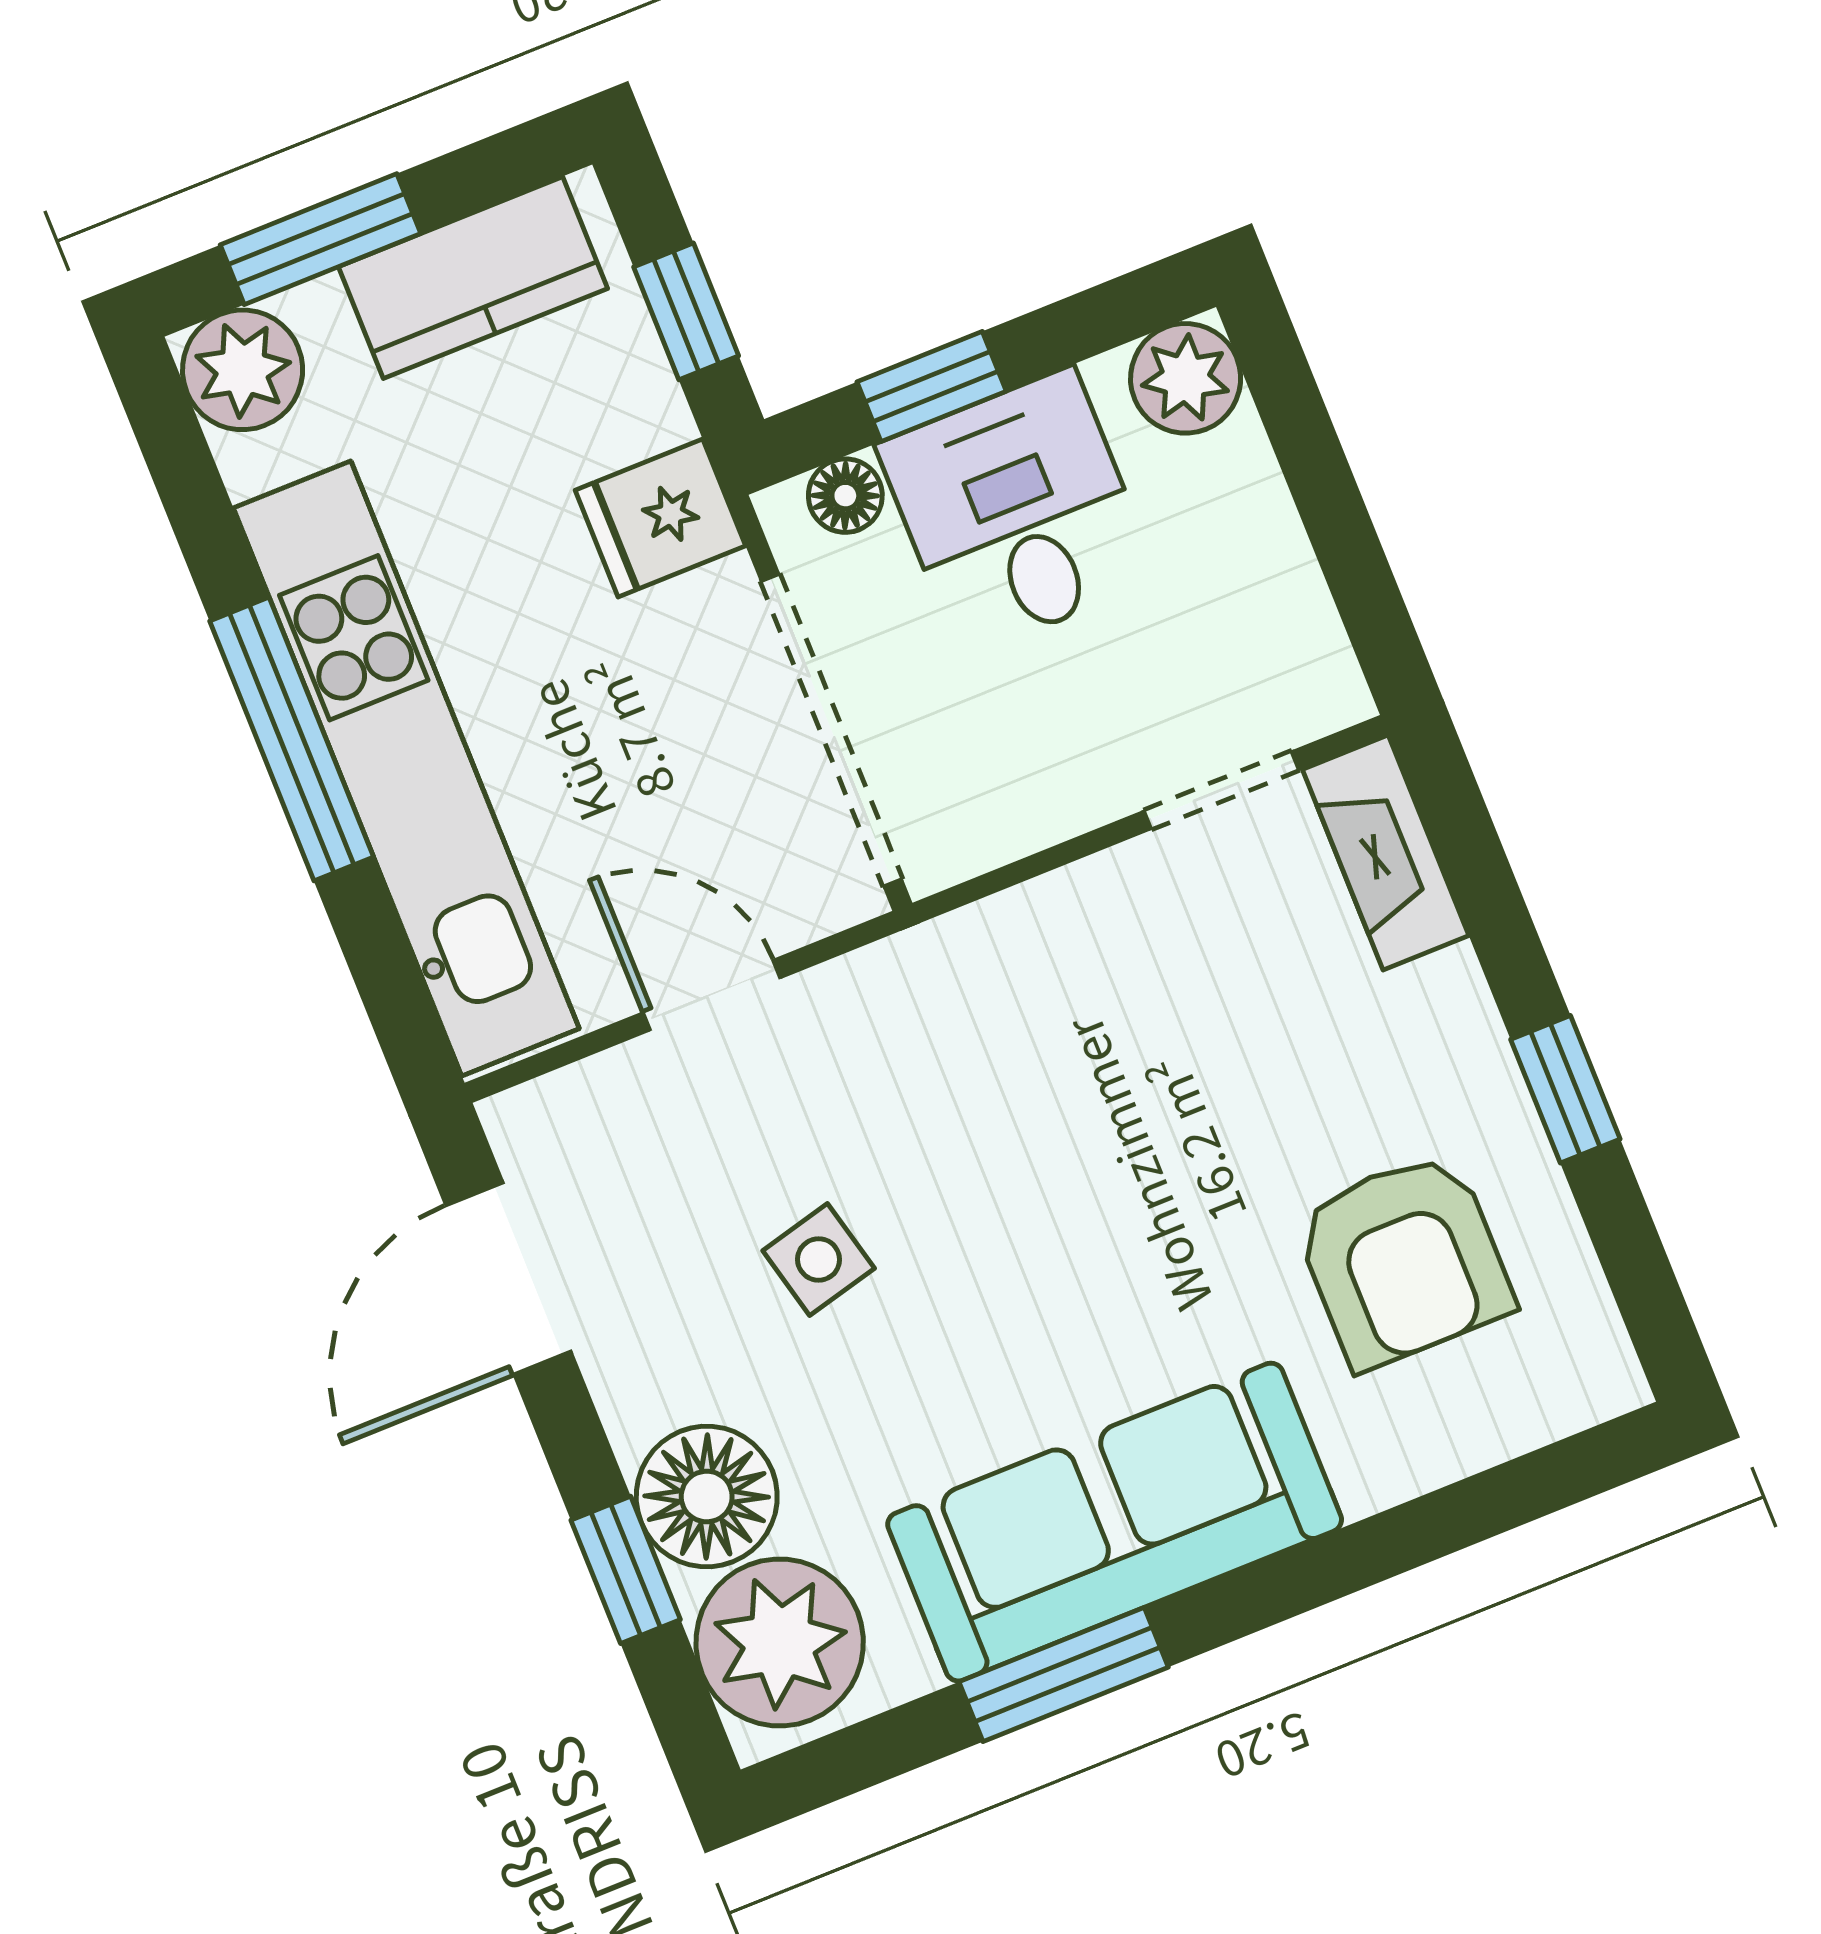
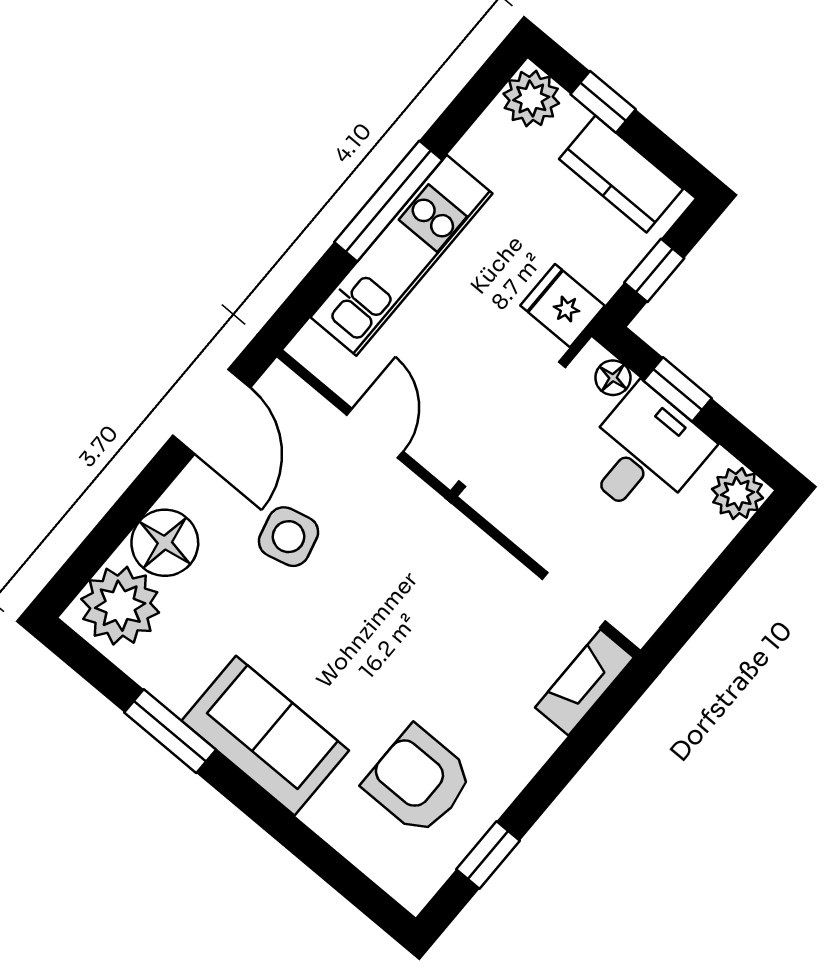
window: (320, 239) -> (603, 102), width x0.67
kitchen unit: (406, 768) -> (401, 255), width x0.73
window: (1565, 1089) -> (488, 855), moved
side table: (819, 1260) -> (289, 537), width x1.37, depth x1.37
armchair: (1404, 1260) -> (419, 781), turned 90
door: (508, 1279) -> (212, 412), swing flipped
sofa: (1115, 1522) -> (265, 736), width x0.73
window: (626, 1570) -> (116, 525), removed

